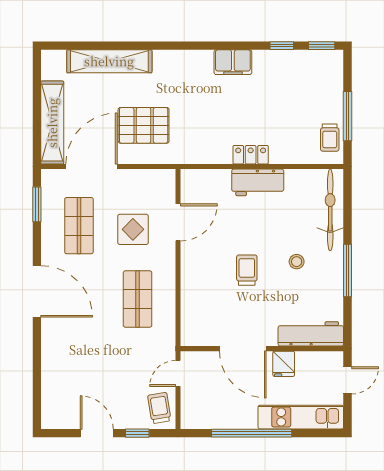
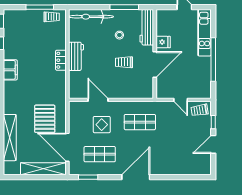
workbench: (311, 334) -> (147, 27), moved
door: (243, 349) -> (155, 64), moved
wall: (262, 349) -> (155, 54), moved
fridge: (284, 364) -> (163, 42), moved

